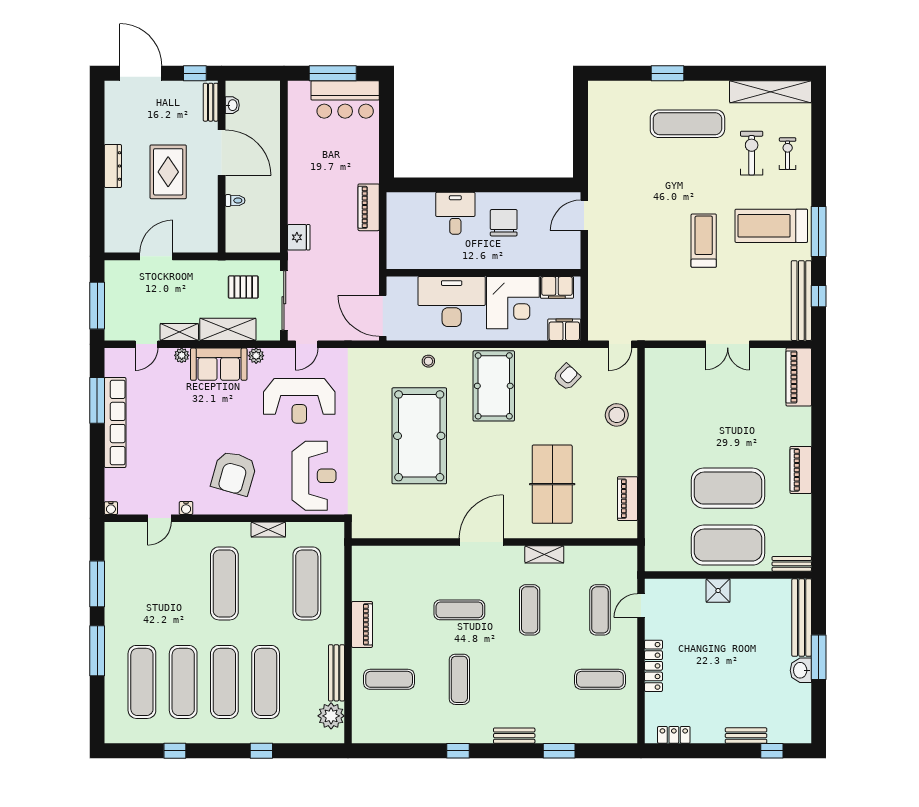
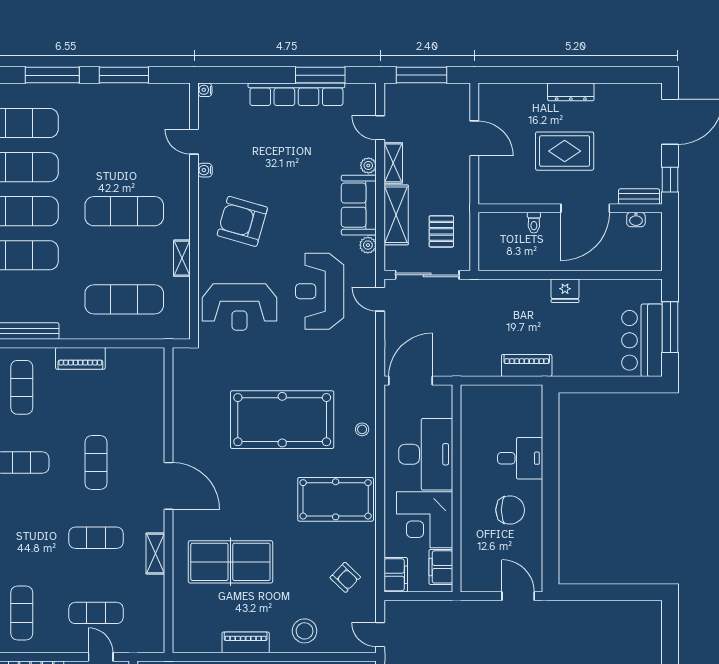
fridge: (299, 237) -> (565, 291), moved
piano: (627, 499) -> (246, 642), moved

